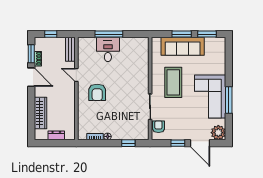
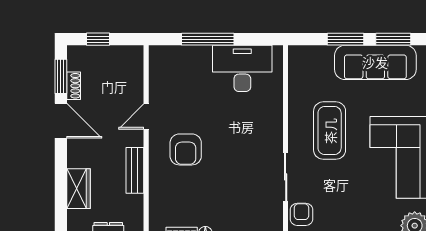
sofa: (183, 46) -> (375, 62), moved
bench: (70, 49) -> (135, 170), moved
desk: (108, 49) -> (242, 68), moved, width x1.37
door: (76, 75) -> (146, 117), hinge flipped
wardrobe: (40, 113) -> (78, 189), width x0.67

